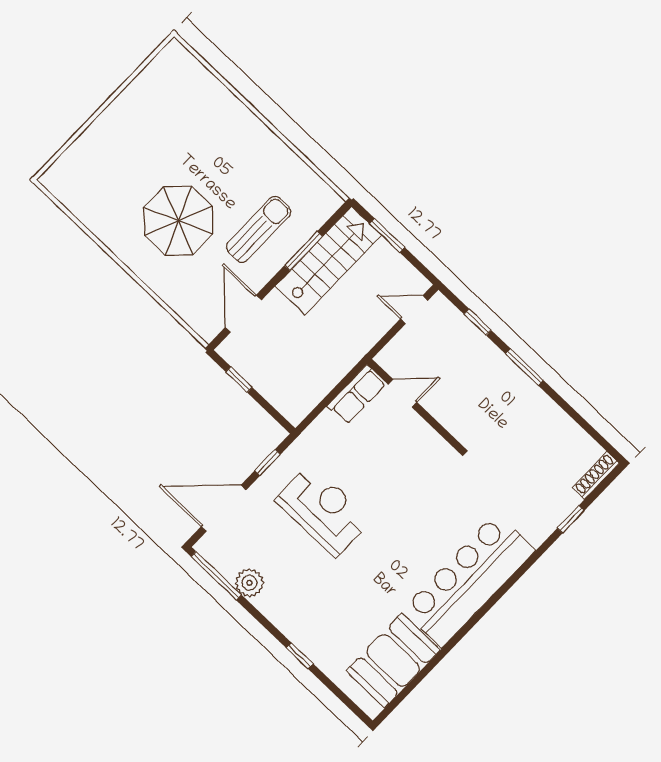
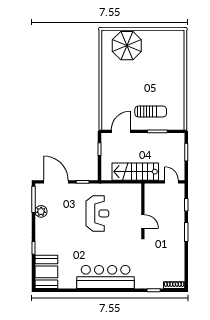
parasol: (178, 221) -> (127, 46), moved
stairs: (328, 261) -> (135, 172), moved, turned 180
door: (403, 393) -> (143, 222), moved
row of seats: (357, 395) -> (129, 189), removed
reception desk: (323, 510) -> (97, 213), moved
booth: (393, 660) -> (46, 272), moved, turned 90

